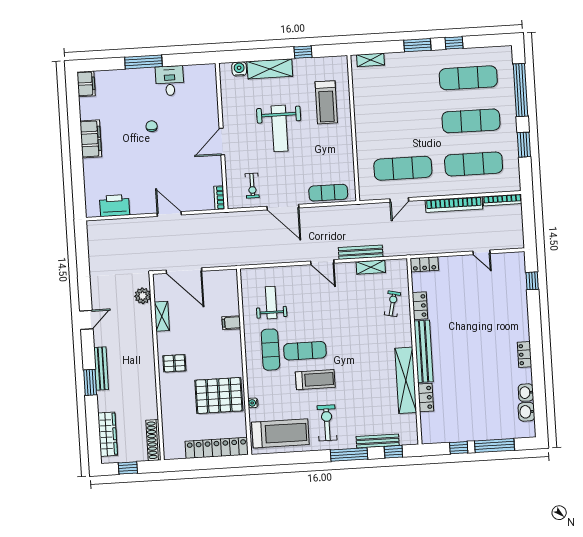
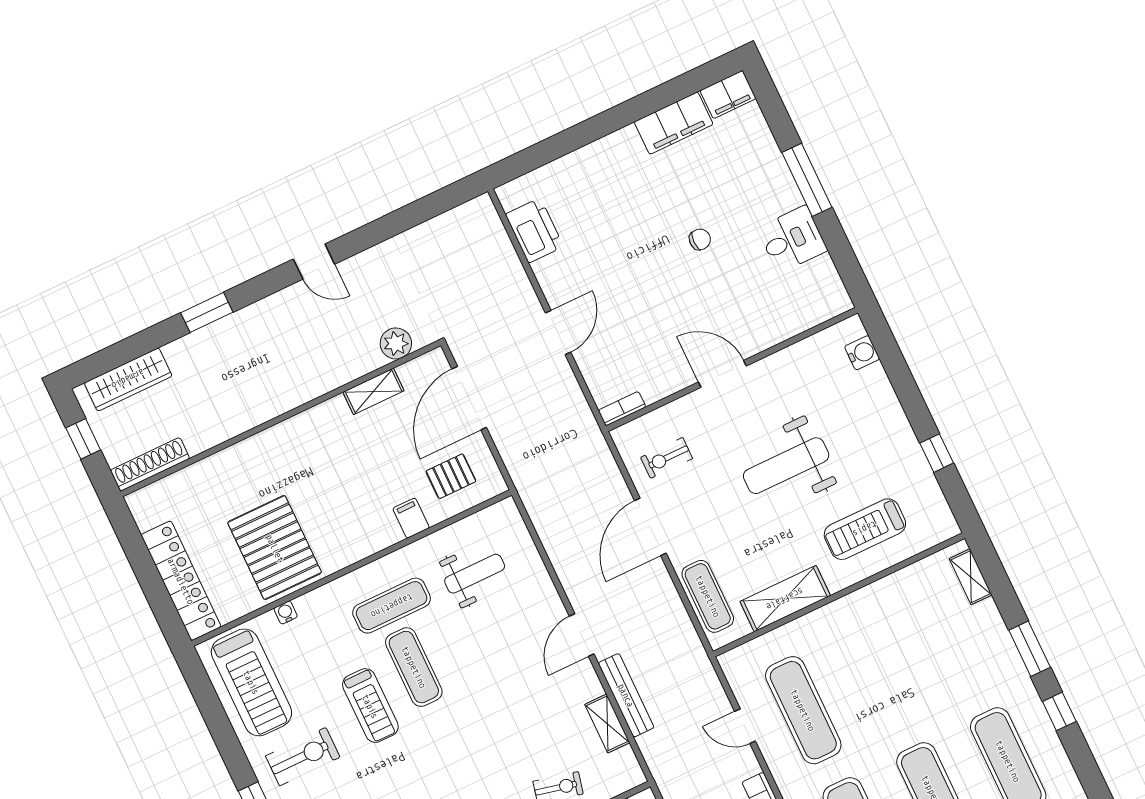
shelving: (270, 69) -> (785, 599), moved, turned 90
filing cabinet: (91, 139) -> (674, 123), moved
pallet: (174, 363) -> (451, 476), moved, turned 90
bench: (101, 368) -> (239, 322), removed

